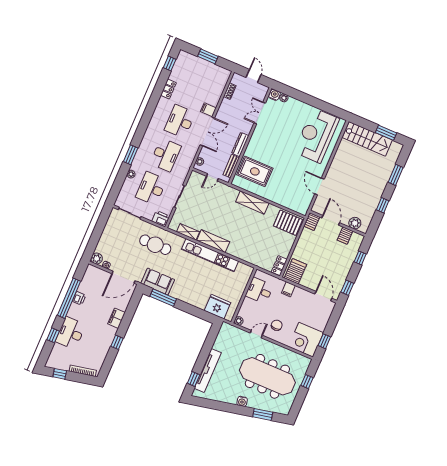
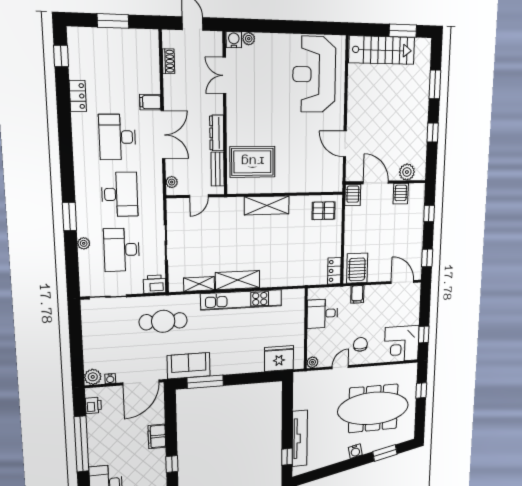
pallet: (288, 223) -> (324, 211), width x0.67, depth x0.71
printer: (79, 298) -> (93, 405), moved

